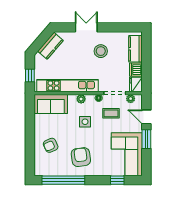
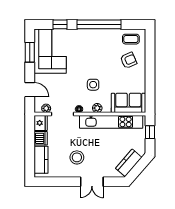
coffee table: (111, 113) -> (131, 39), moved
window: (146, 139) -> (30, 52), moved
armchair: (81, 157) -> (97, 48), removed
window: (63, 180) -> (99, 24), moved

